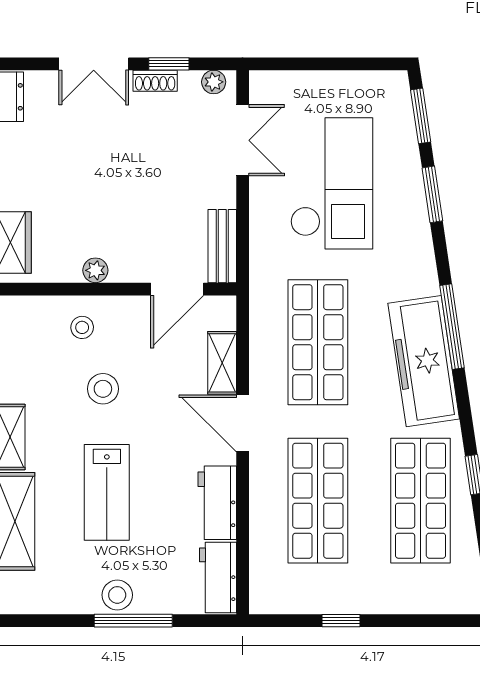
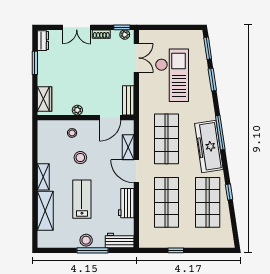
window: (169, 64) -> (122, 27), moved
lab bench: (107, 492) -> (82, 199), turned 180
workbench: (218, 578) -> (120, 241), moved, turned 90

